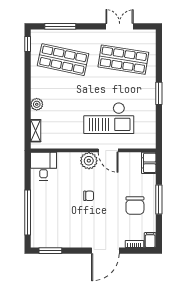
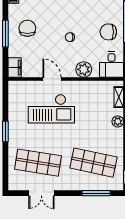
checkout: (109, 118) -> (51, 109), turned 180
plant: (89, 161) -> (84, 69), moved
chair: (47, 201) -> (108, 32), added

